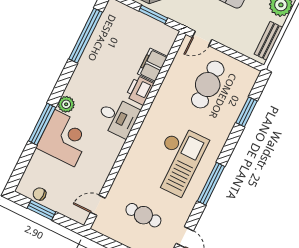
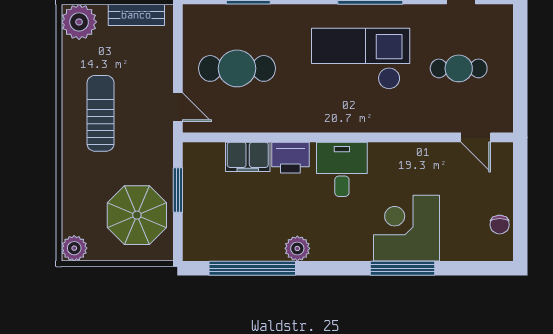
plant: (66, 104) -> (297, 248), moved
window: (41, 210) -> (520, 211), removed
cafe table: (143, 215) -> (459, 68), turned 90

